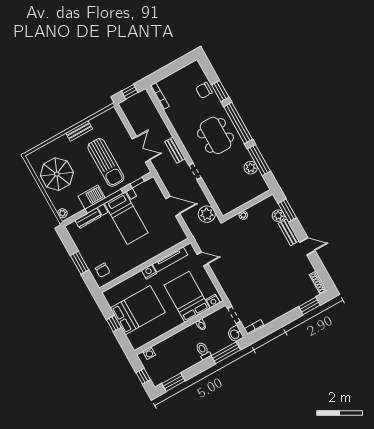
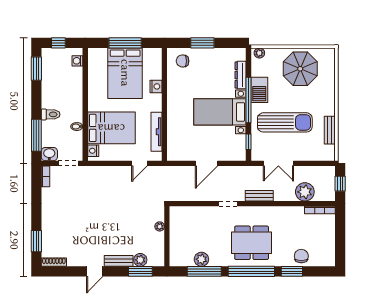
bench: (79, 131) -> (330, 130), moved
sun lounger: (106, 162) -> (285, 122), turned 180
plant: (207, 214) -> (305, 192), moved
nightstand: (149, 272) -> (156, 86), moved
window: (114, 324) -> (125, 43), width x2.17

